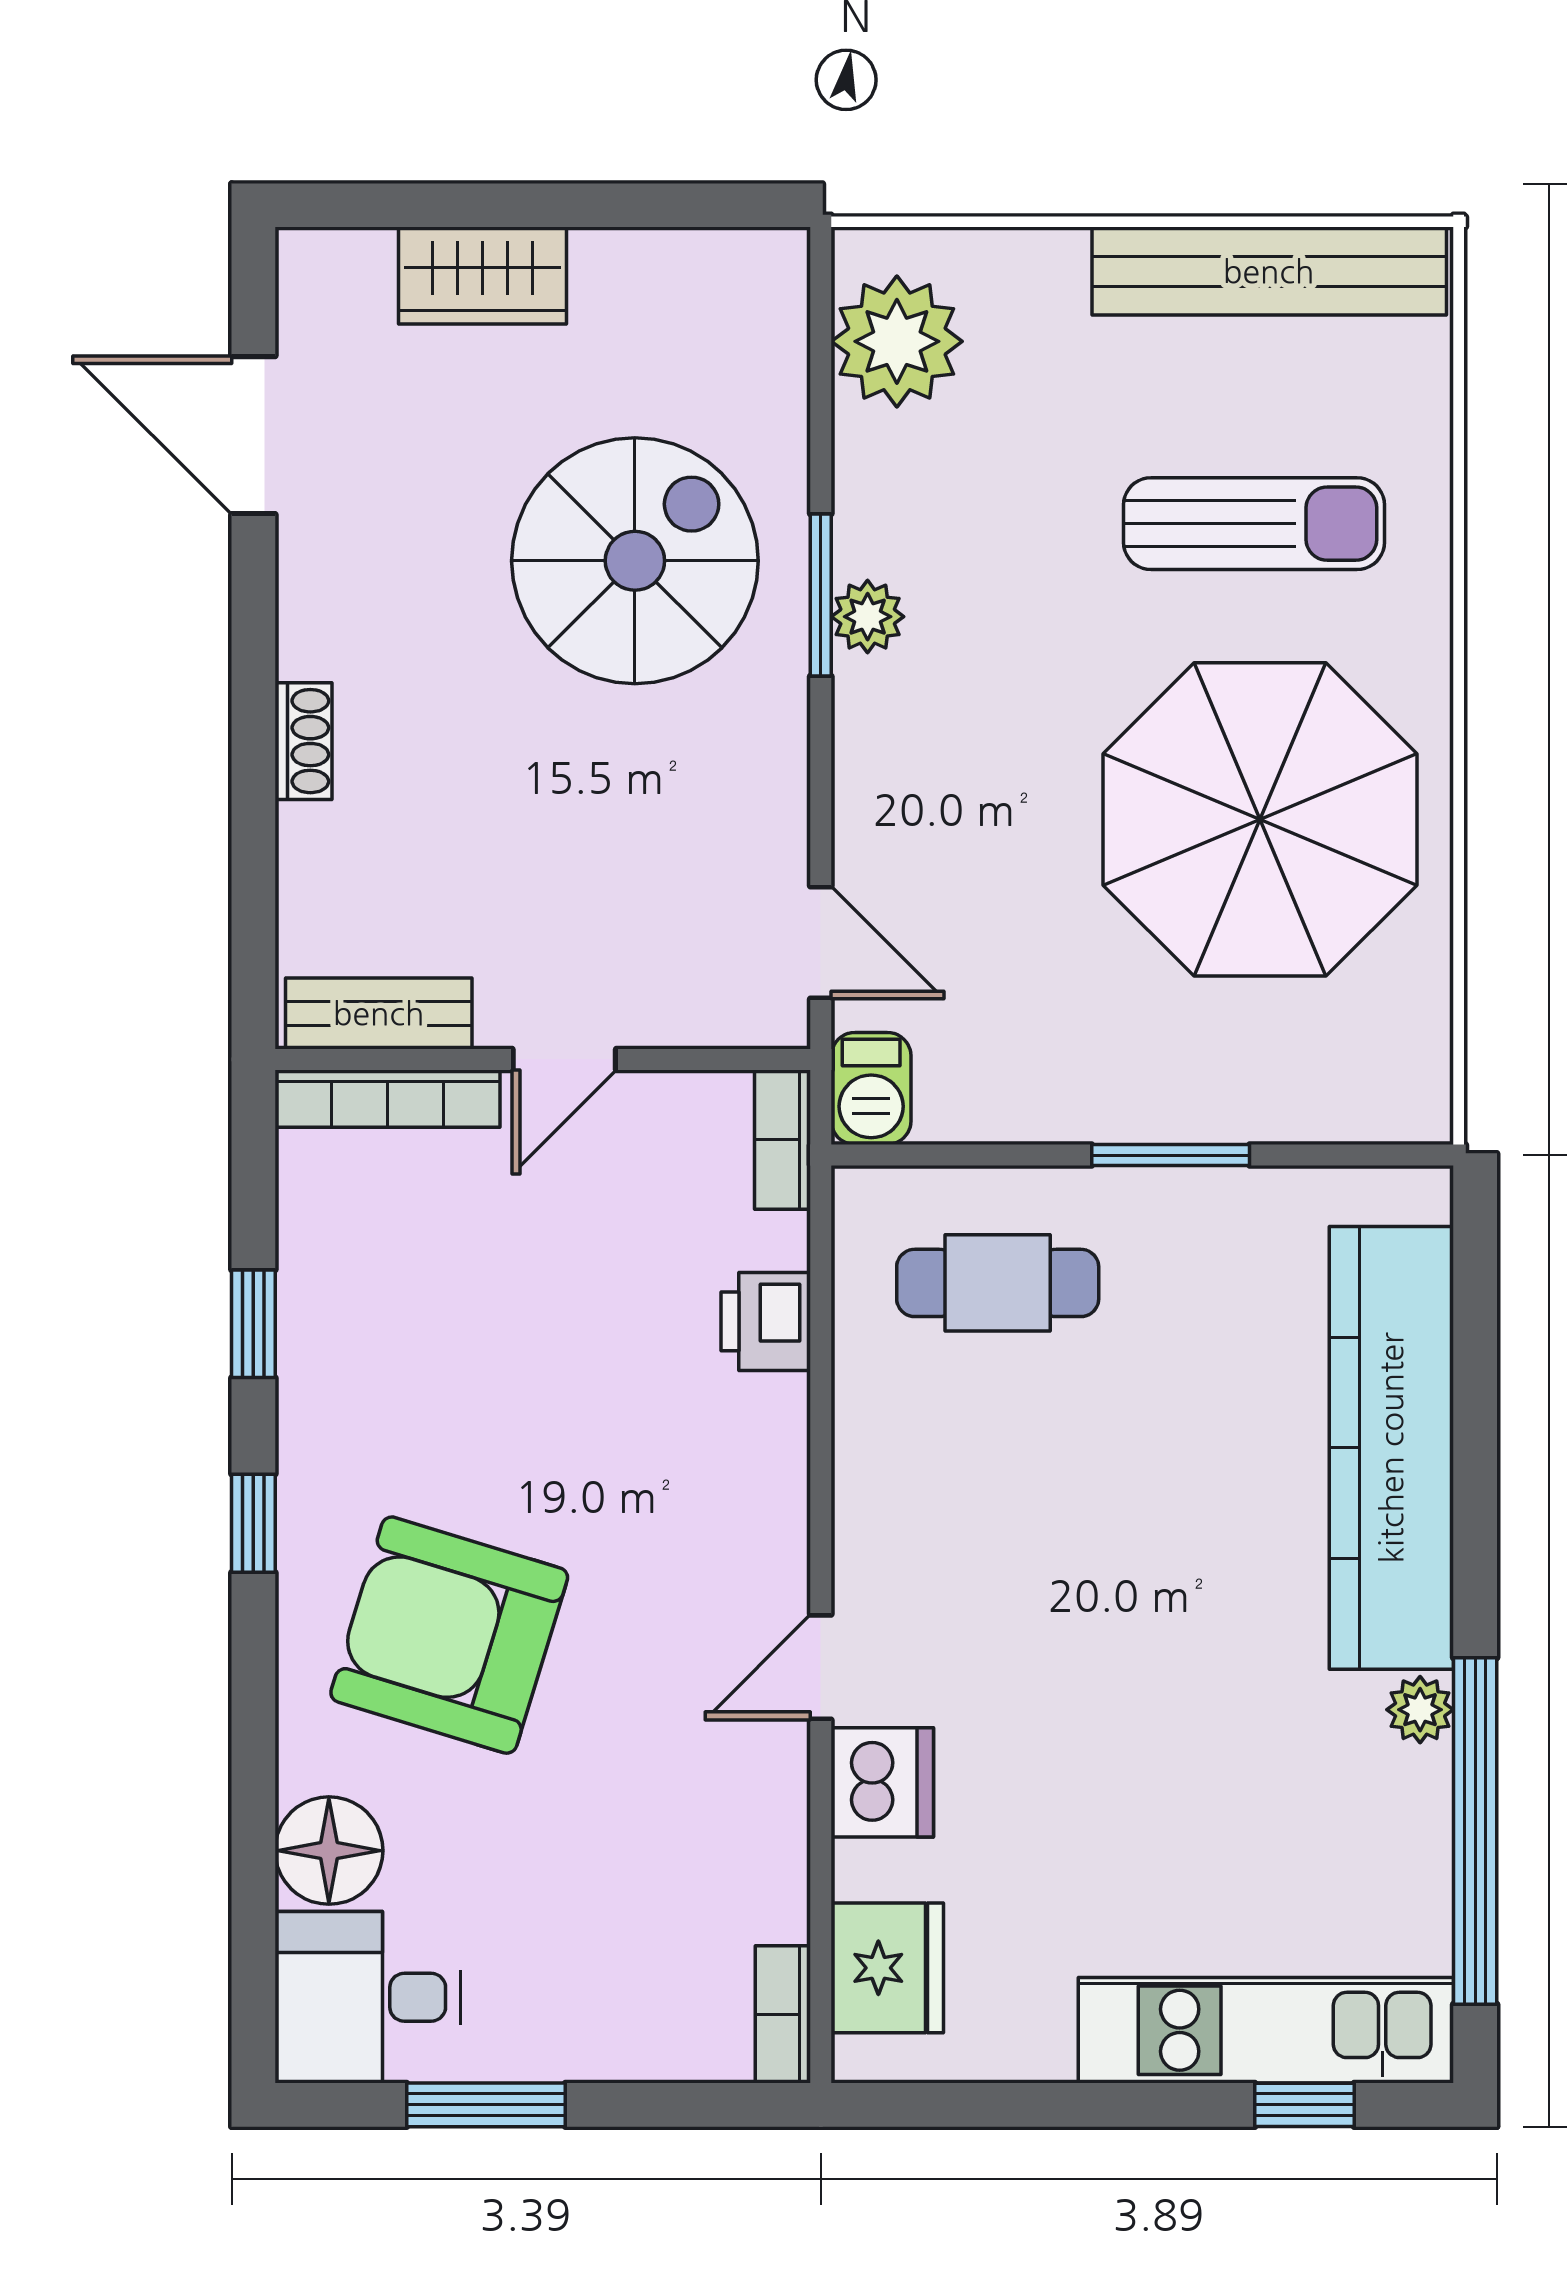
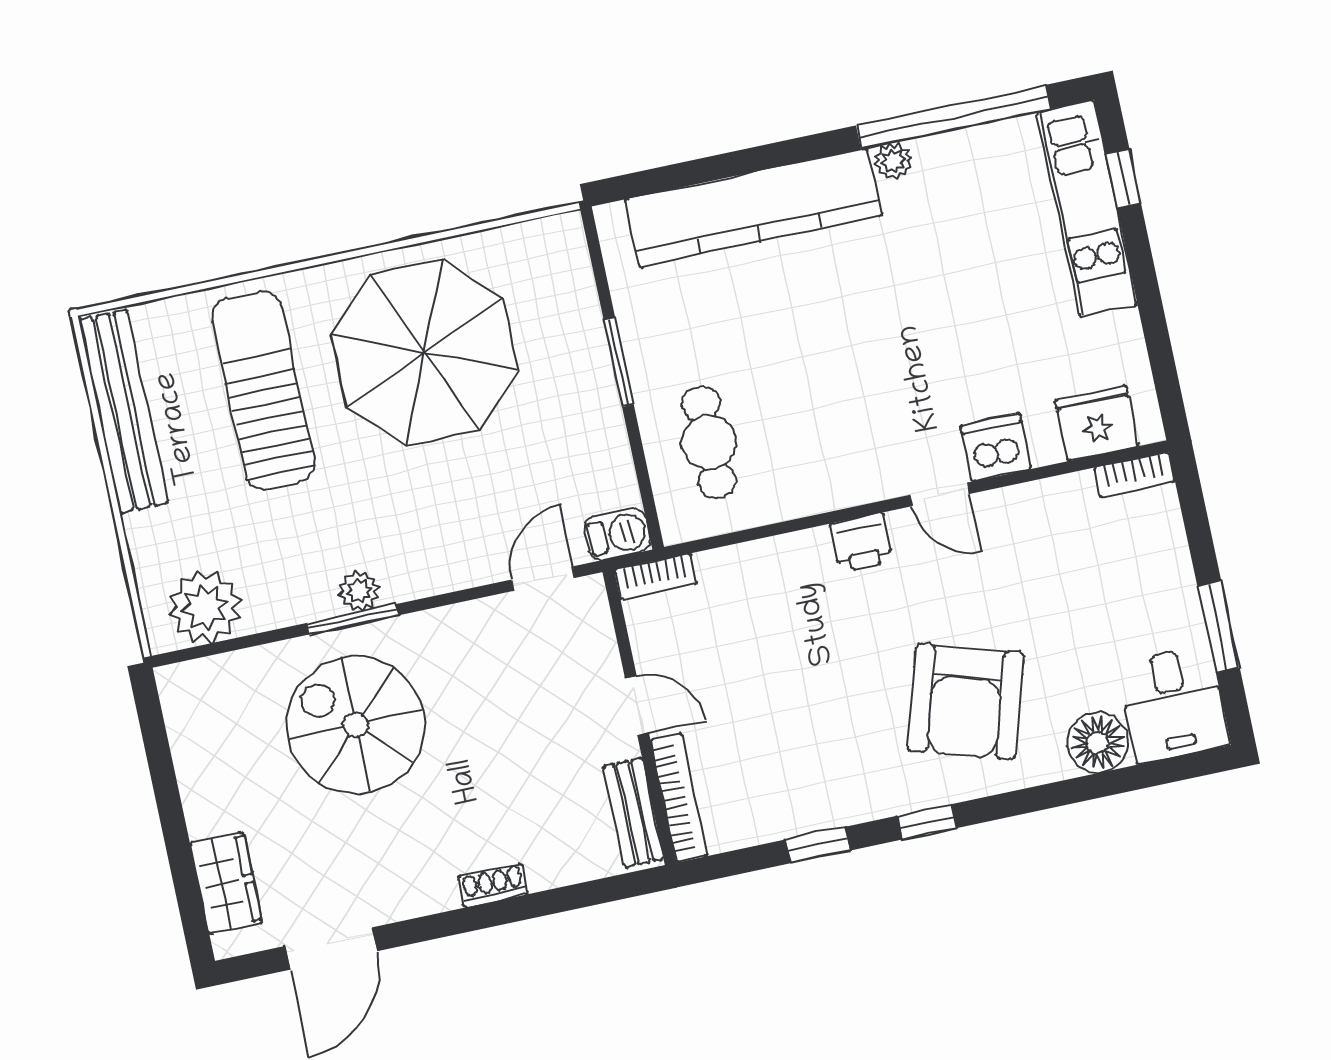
wardrobe: (482, 276) -> (226, 883), moved
sun lounger: (1254, 524) -> (263, 390), width x1.36, depth x1.34
printer: (766, 1321) -> (861, 543), moved

